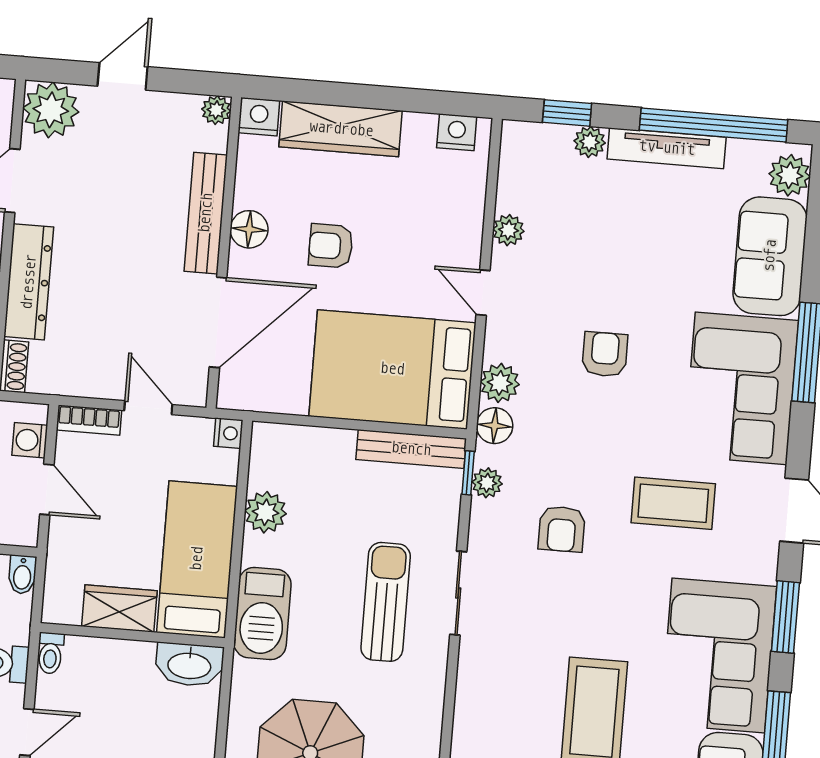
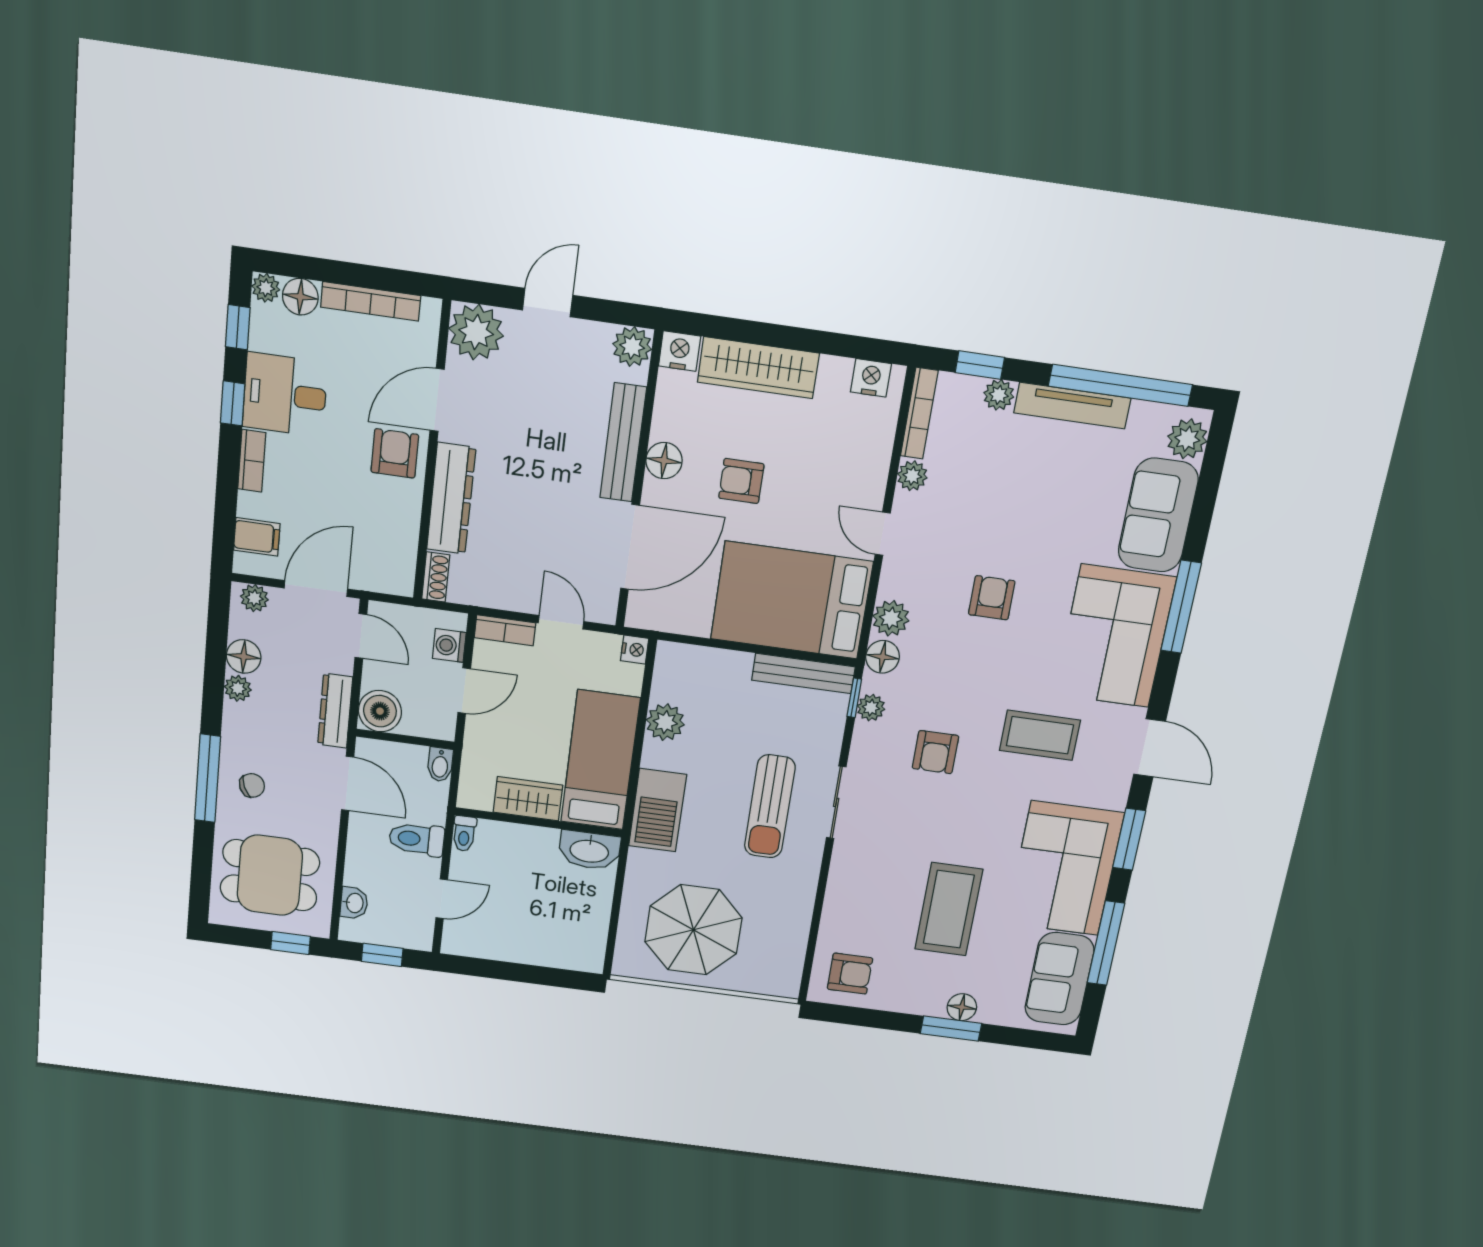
plant: (216, 110) -> (632, 347), width x1.38, depth x1.38
bookcase: (510, 165) -> (919, 413), added
door: (47, 490) -> (464, 691), hinge flipped
sun lounger: (386, 602) -> (770, 806), turned 180

